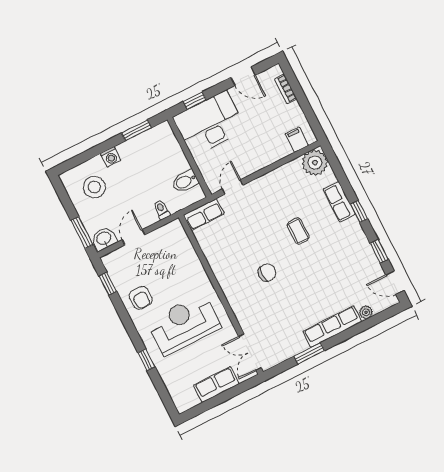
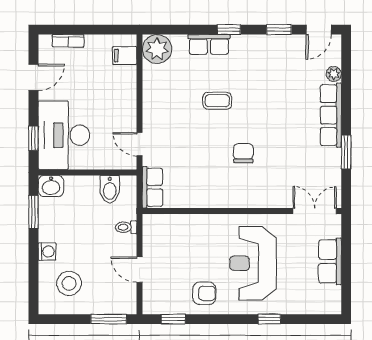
washbasin: (104, 239) -> (51, 186), moved, turned -90
double door: (250, 352) -> (315, 211), swing flipped

